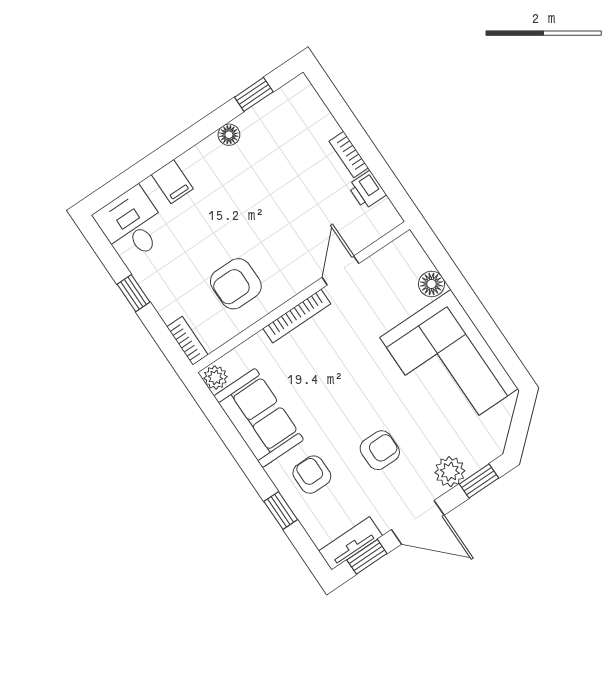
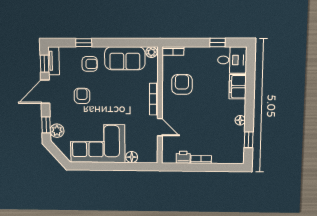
filing cabinet: (172, 182) -> (238, 87), width x2.00
window: (133, 293) -> (217, 43), moved
armchair: (380, 450) -> (82, 96), turned 180
plant: (450, 472) -> (57, 131), moved

